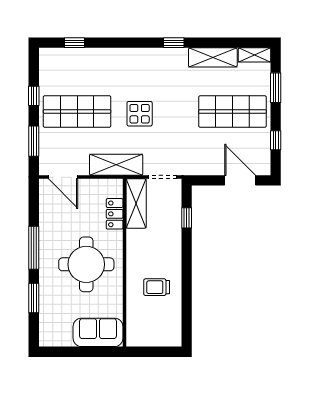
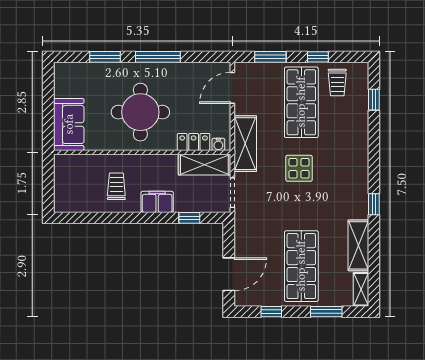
trolley: (58, 77) -> (337, 82), added
water cooler: (117, 190) -> (218, 144), added
filing cabinet: (171, 248) -> (157, 202), added

